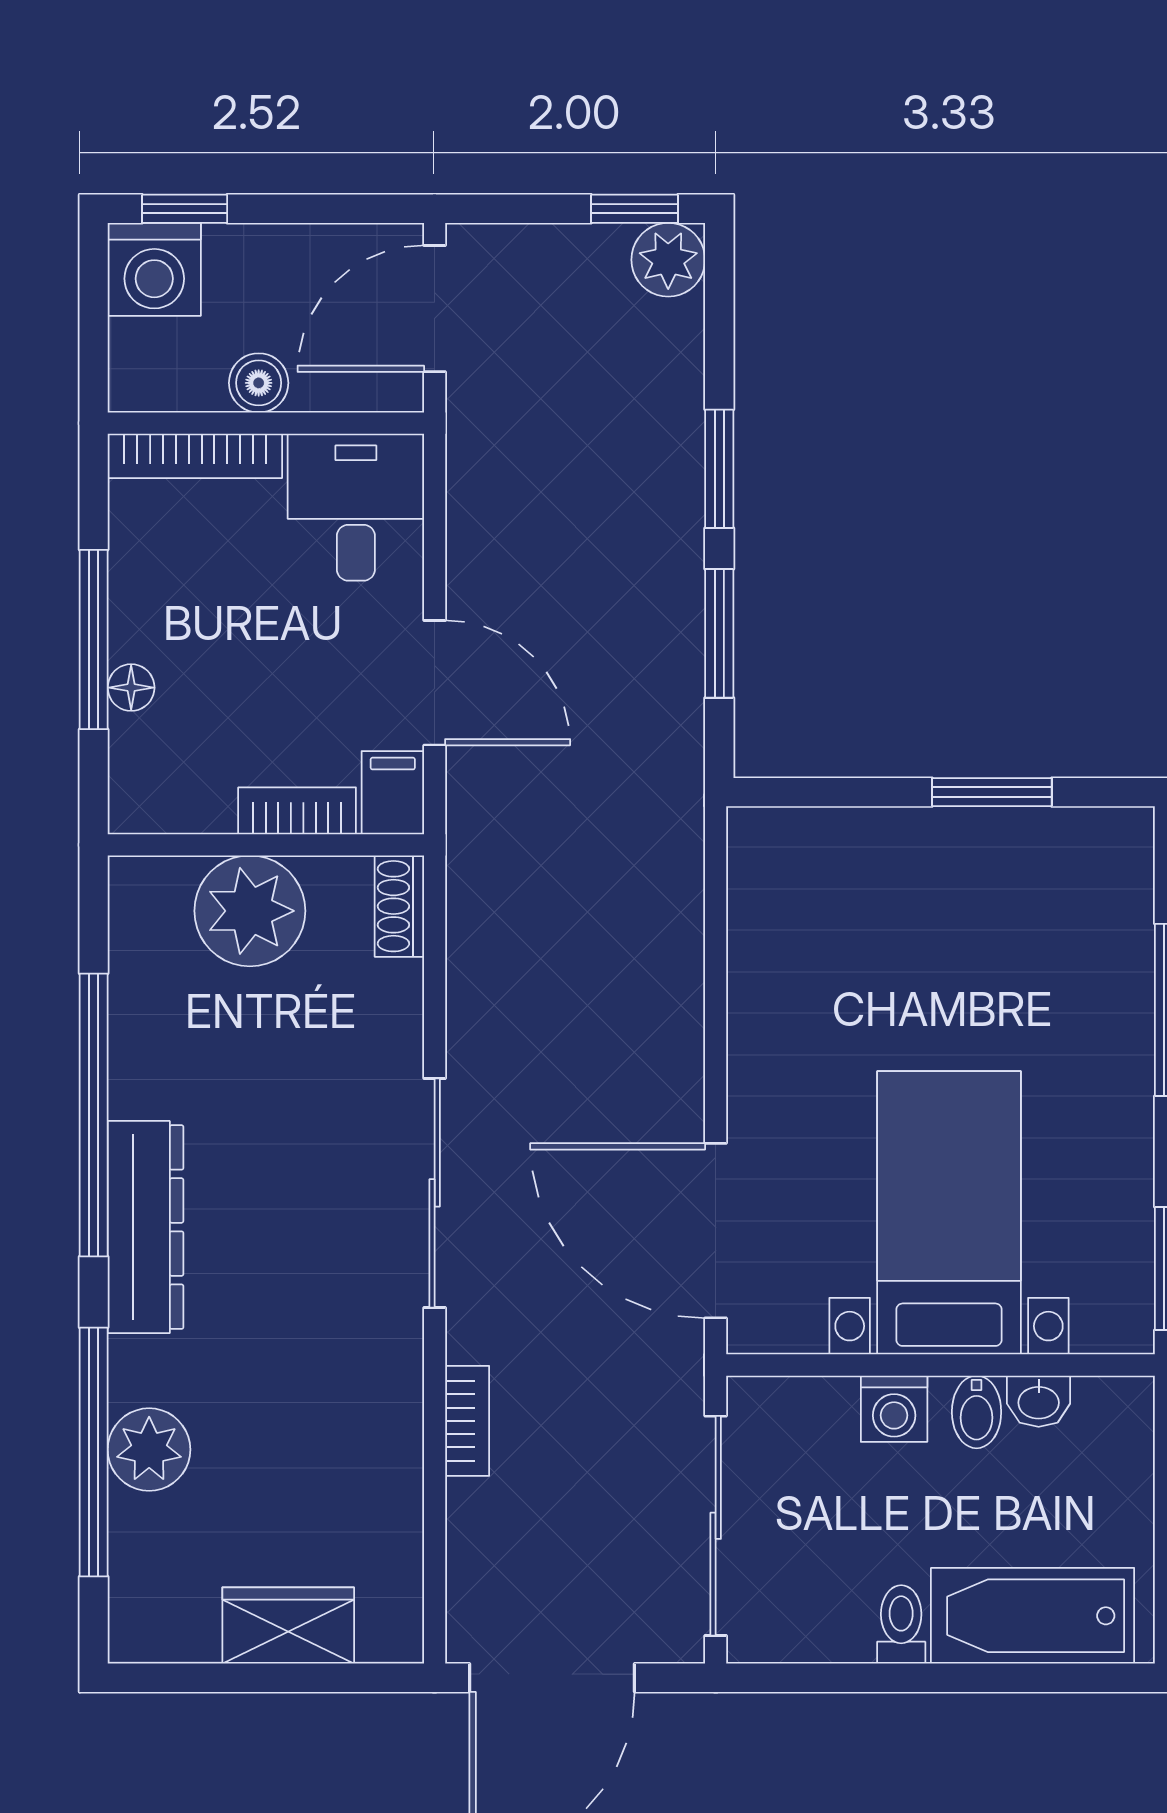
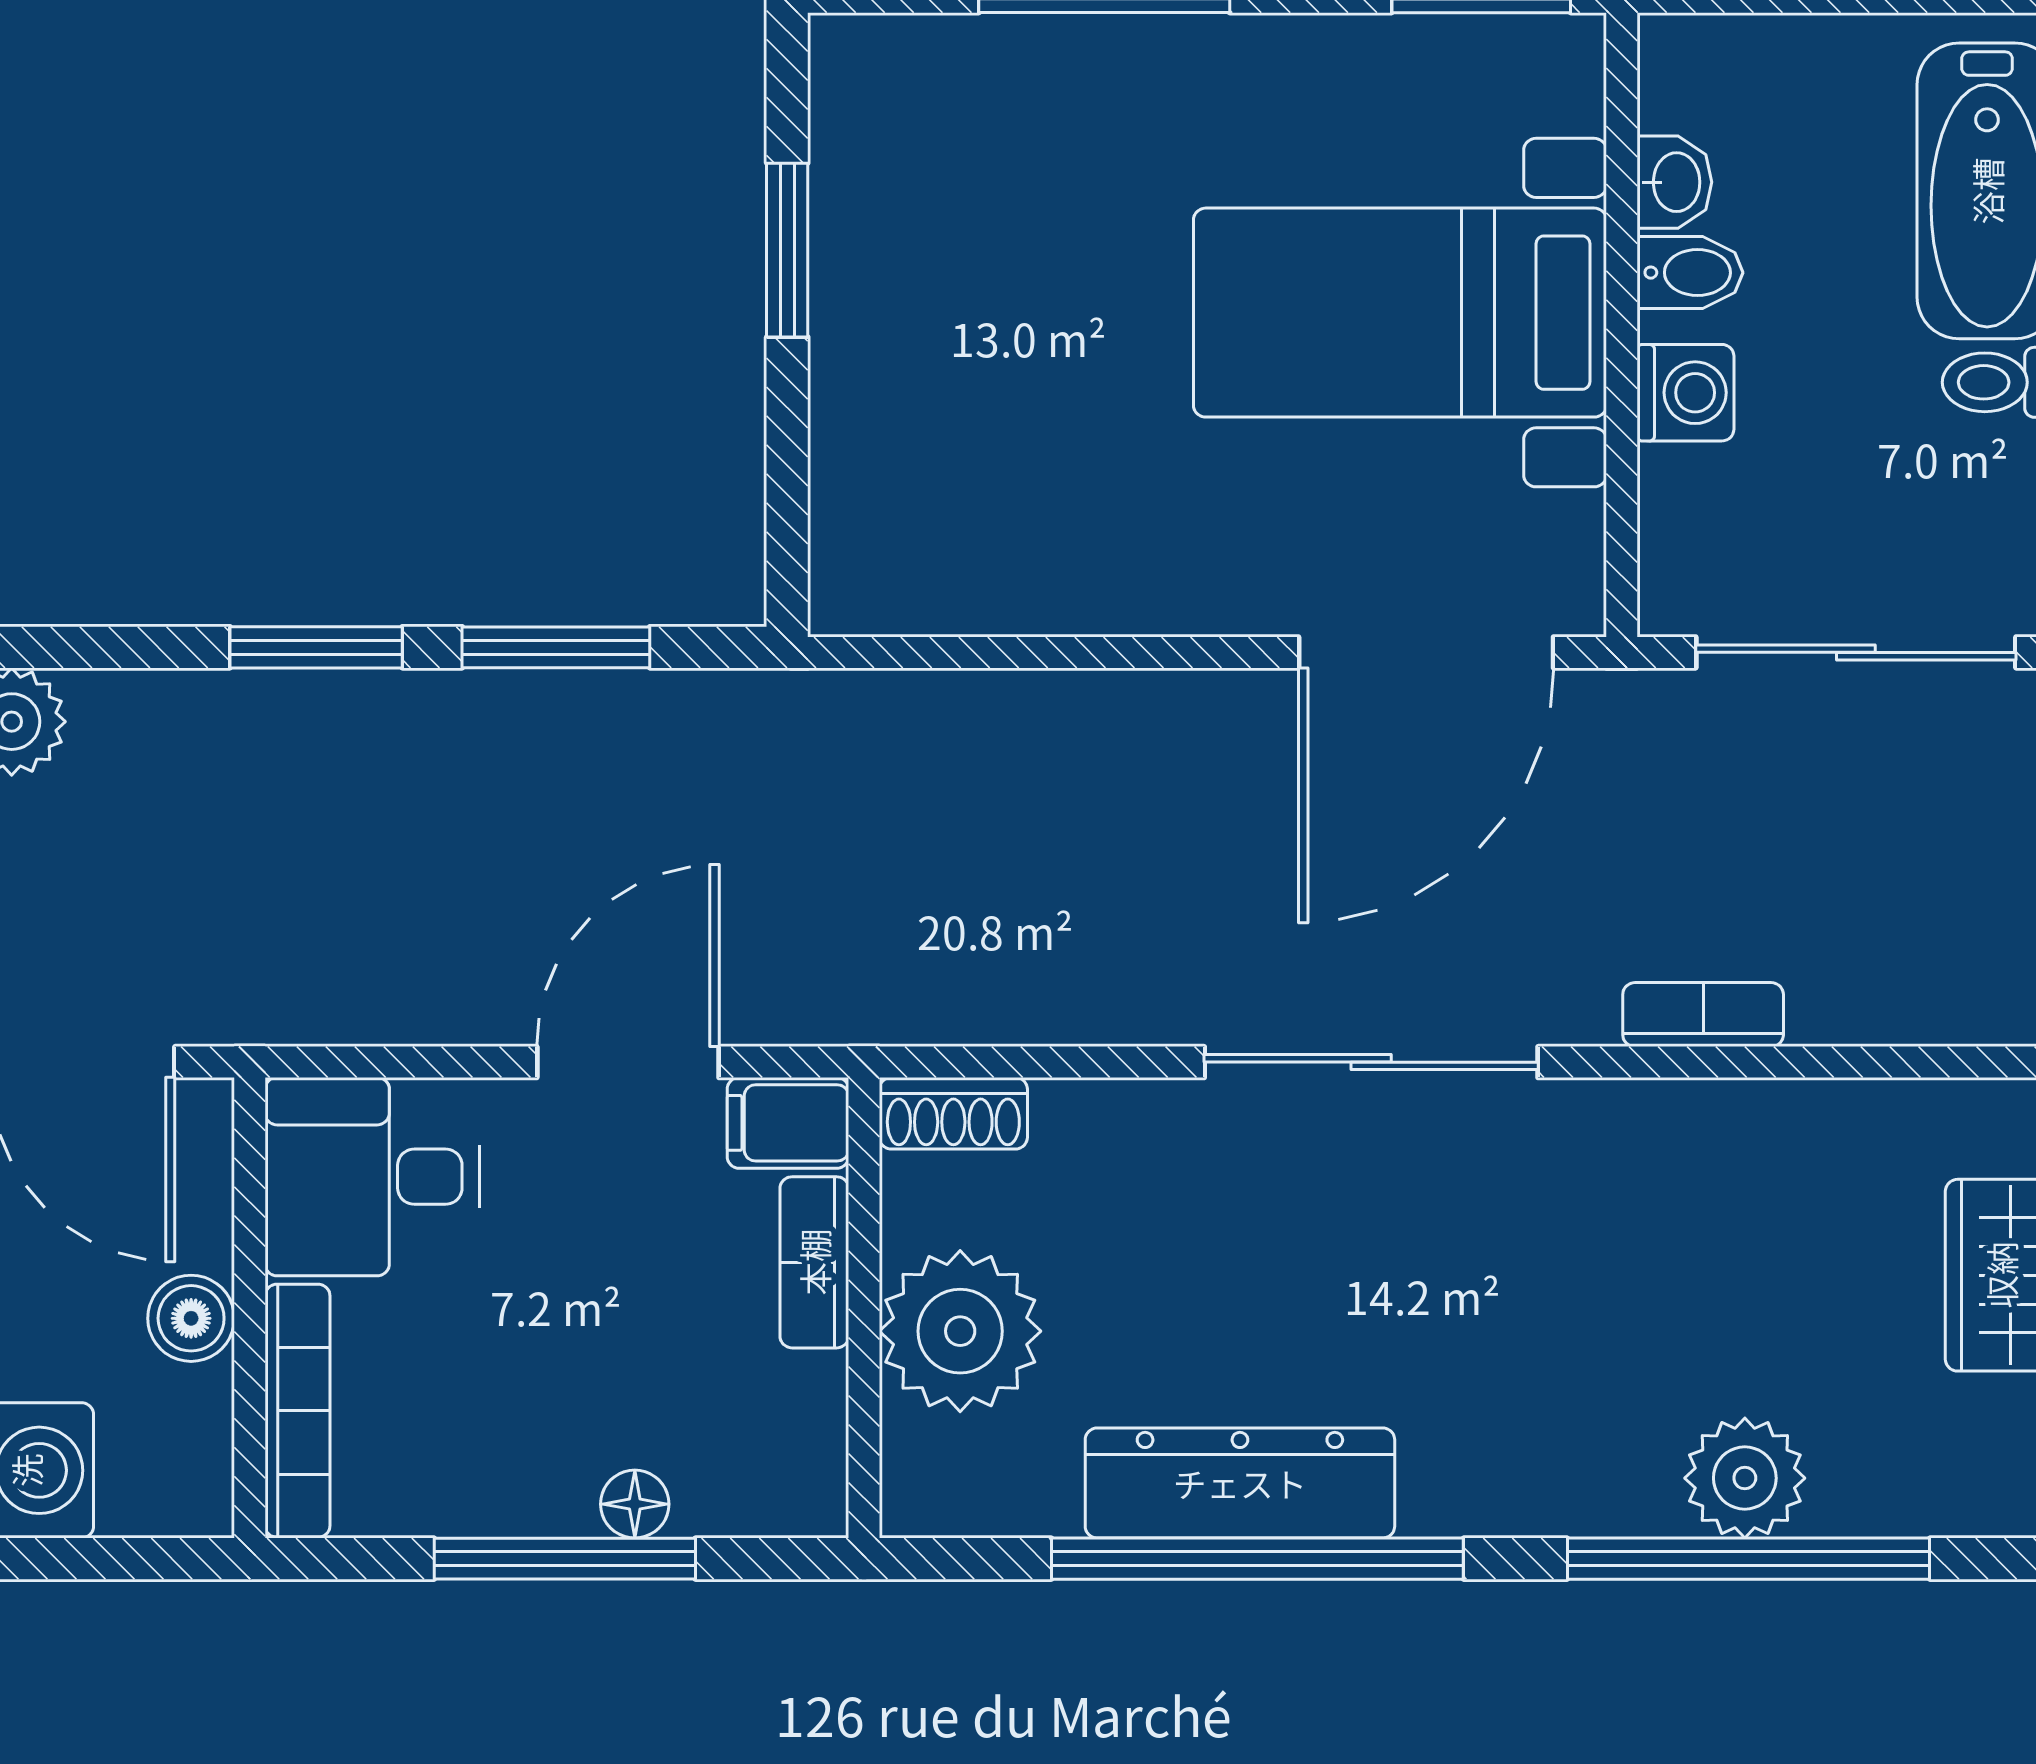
dresser: (146, 1227) -> (1240, 1483), moved

